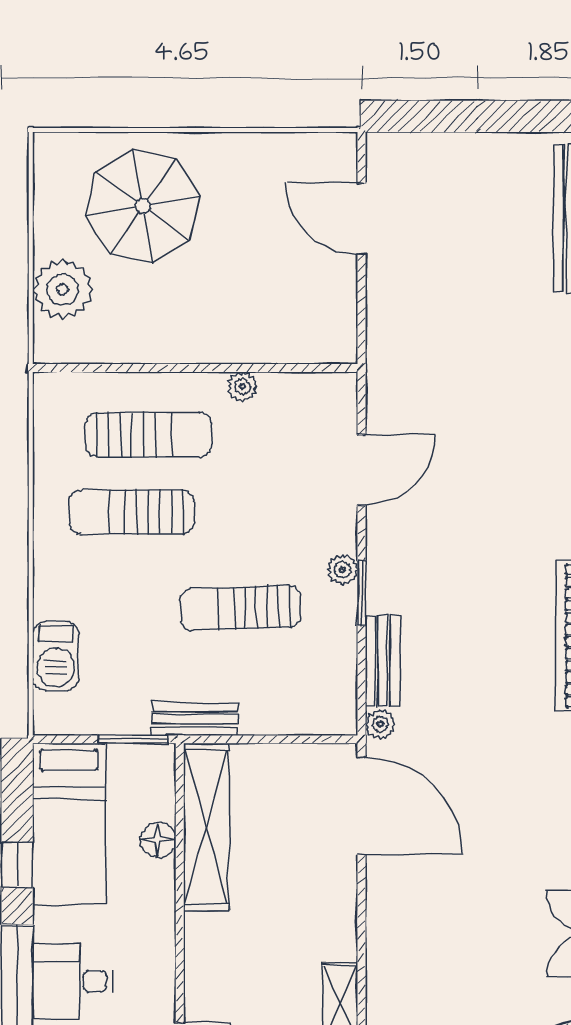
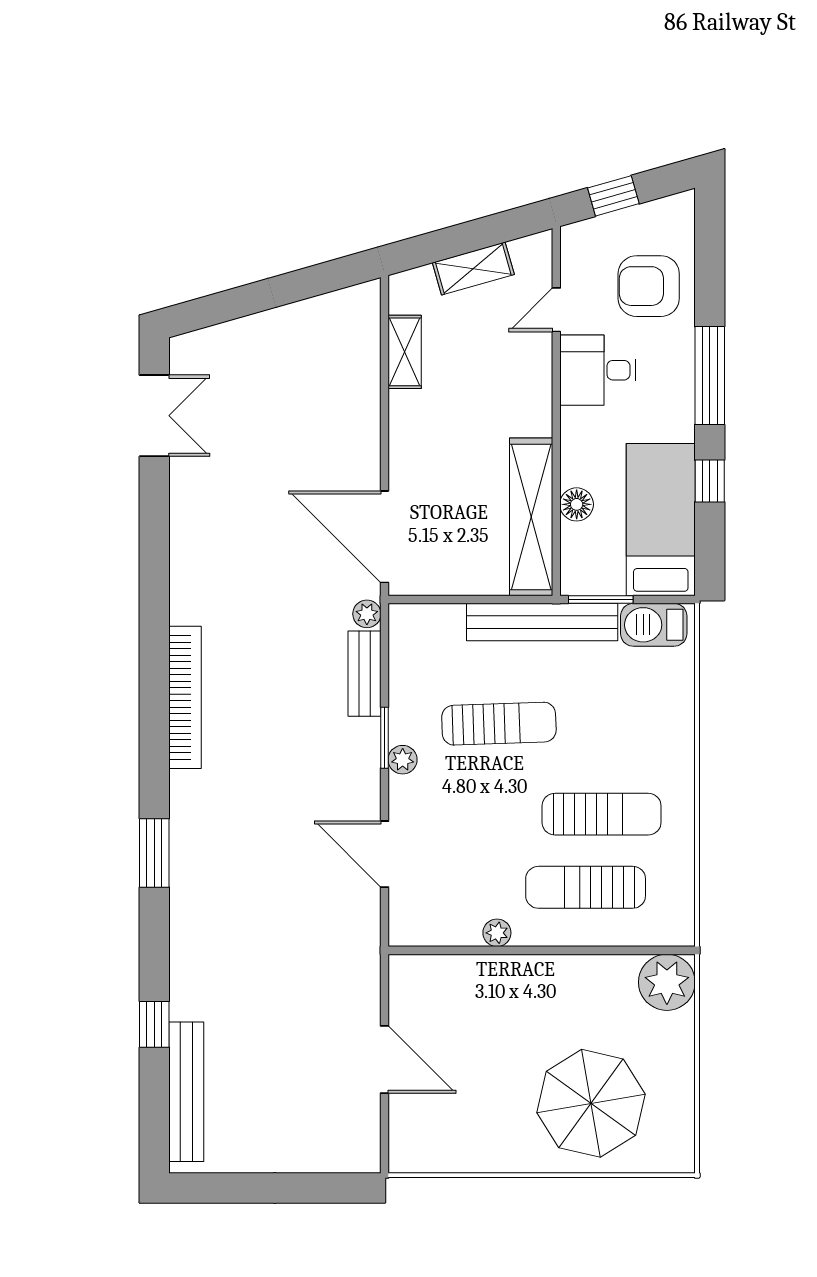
door: (362, 219) -> (384, 1060), moved
plant: (63, 290) -> (667, 982), moved
door: (362, 470) -> (384, 854), hinge flipped
barbecue: (56, 656) -> (654, 625), moved, turned -90
bench: (195, 719) -> (542, 622), width x1.86, depth x1.21
desk: (73, 981) -> (598, 370), moved, turned 180

